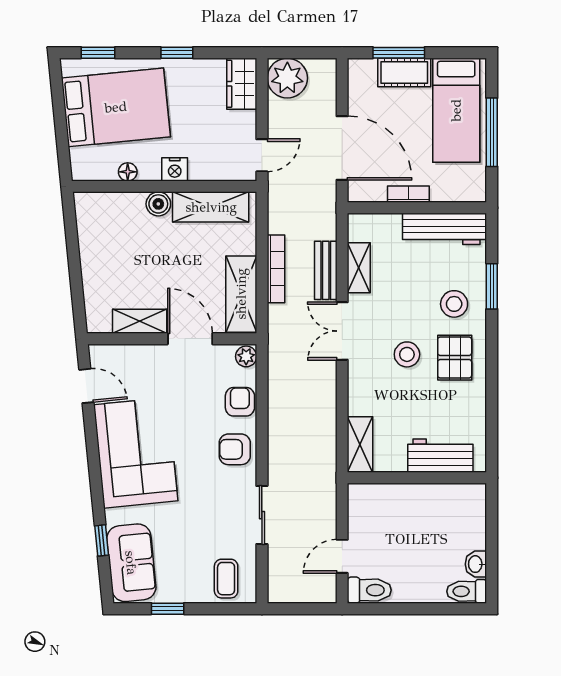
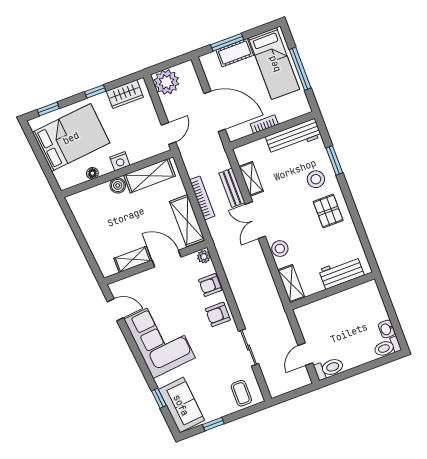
wardrobe: (242, 84) -> (125, 94), moved, turned -90
stool: (407, 354) -> (280, 249), moved
armchair: (240, 402) -> (210, 285), turned -90

